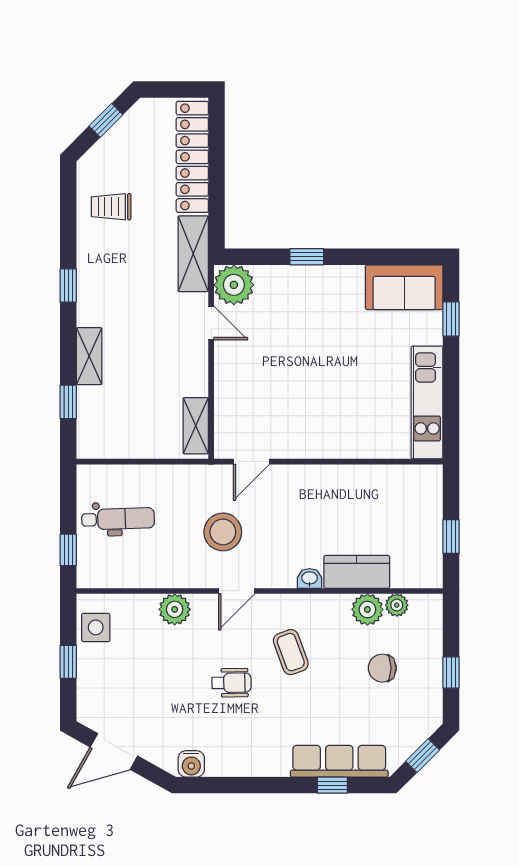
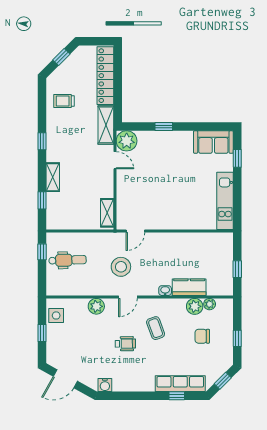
window: (68, 550) -> (42, 252), moved

